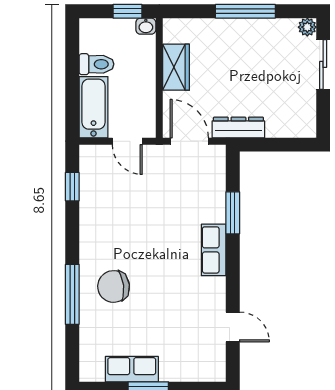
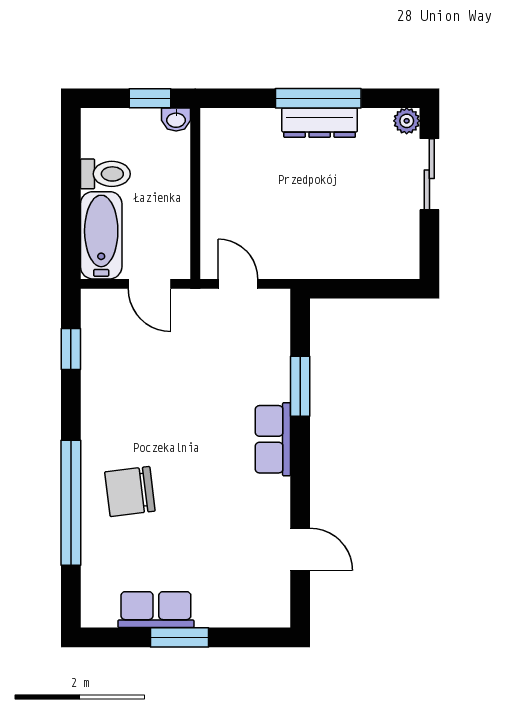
wardrobe: (176, 67) -> (219, 178), removed
dresser: (238, 127) -> (320, 123), moved, turned 180
door: (189, 141) -> (238, 284), width x0.73
window: (72, 294) -> (71, 503), width x1.46

